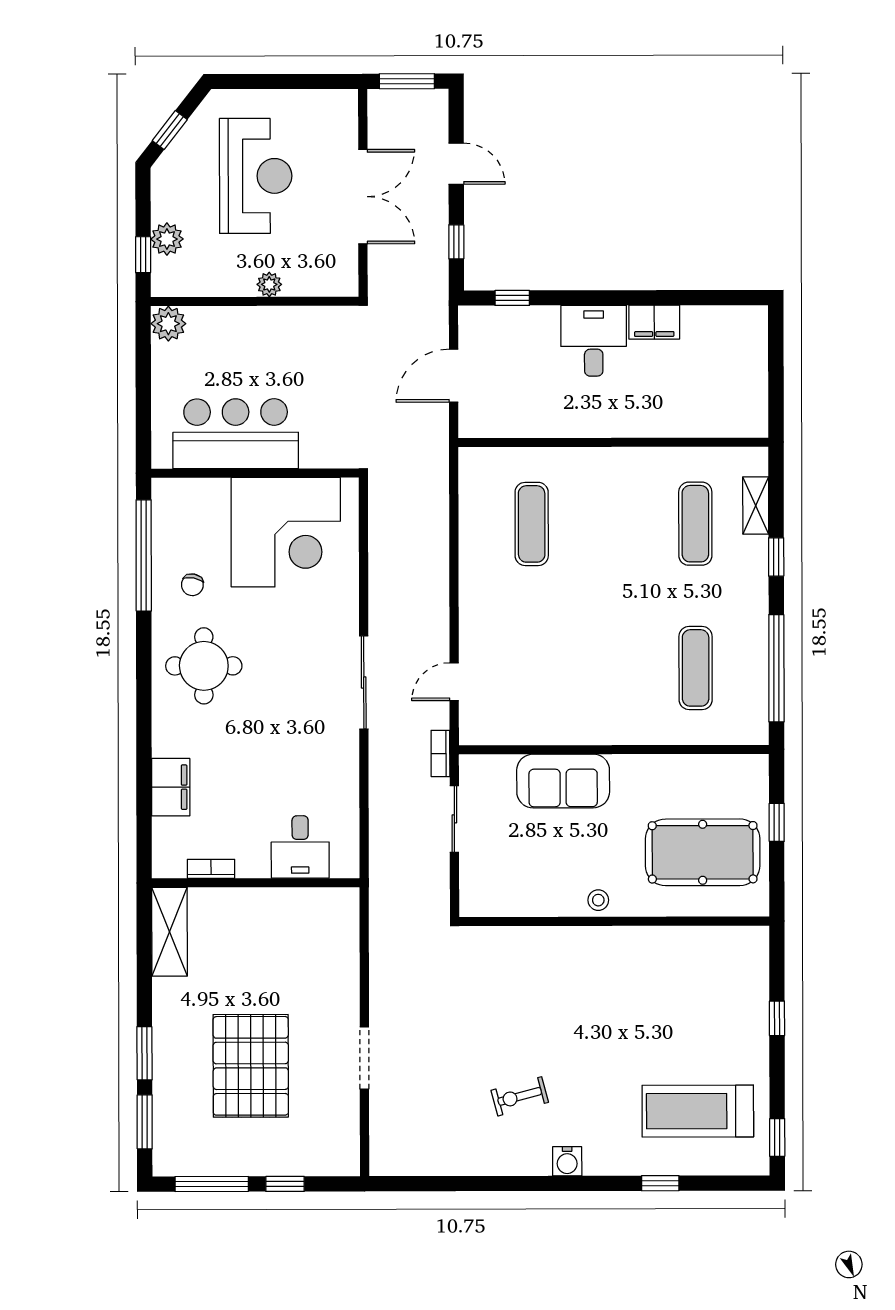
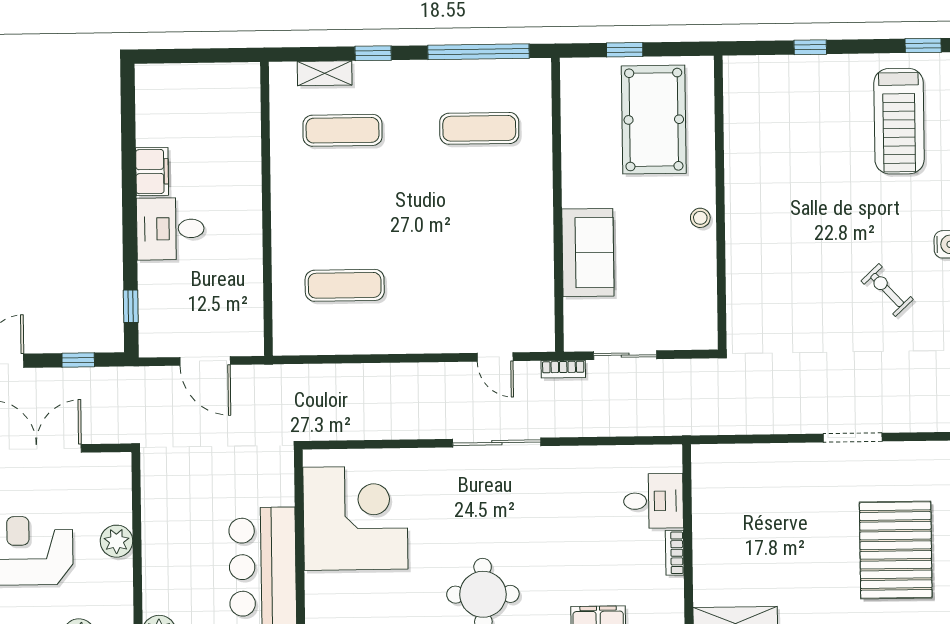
plant: (269, 284) -> (116, 541), width x1.38, depth x1.38
chair: (192, 585) -> (406, 606), removed
bookcase: (211, 869) -> (675, 553), moved
pallet: (251, 1066) -> (896, 550), moved, turned 90
exercise bike: (520, 1096) -> (887, 290), turned 152

